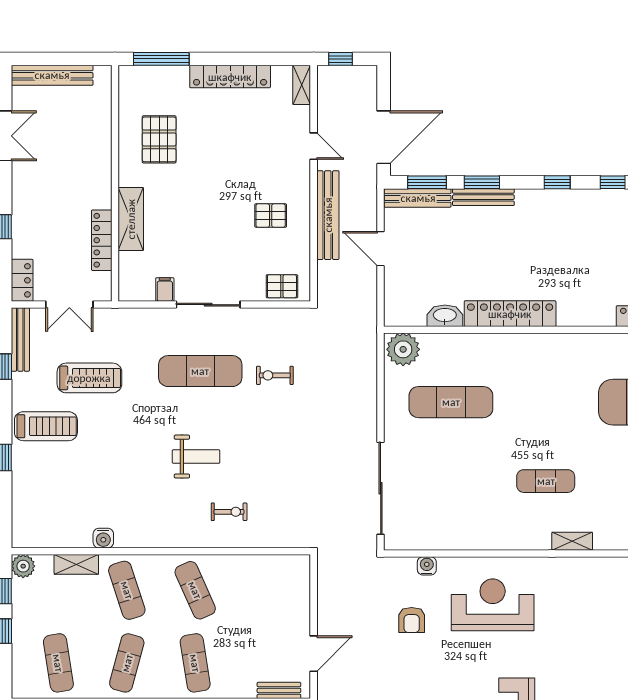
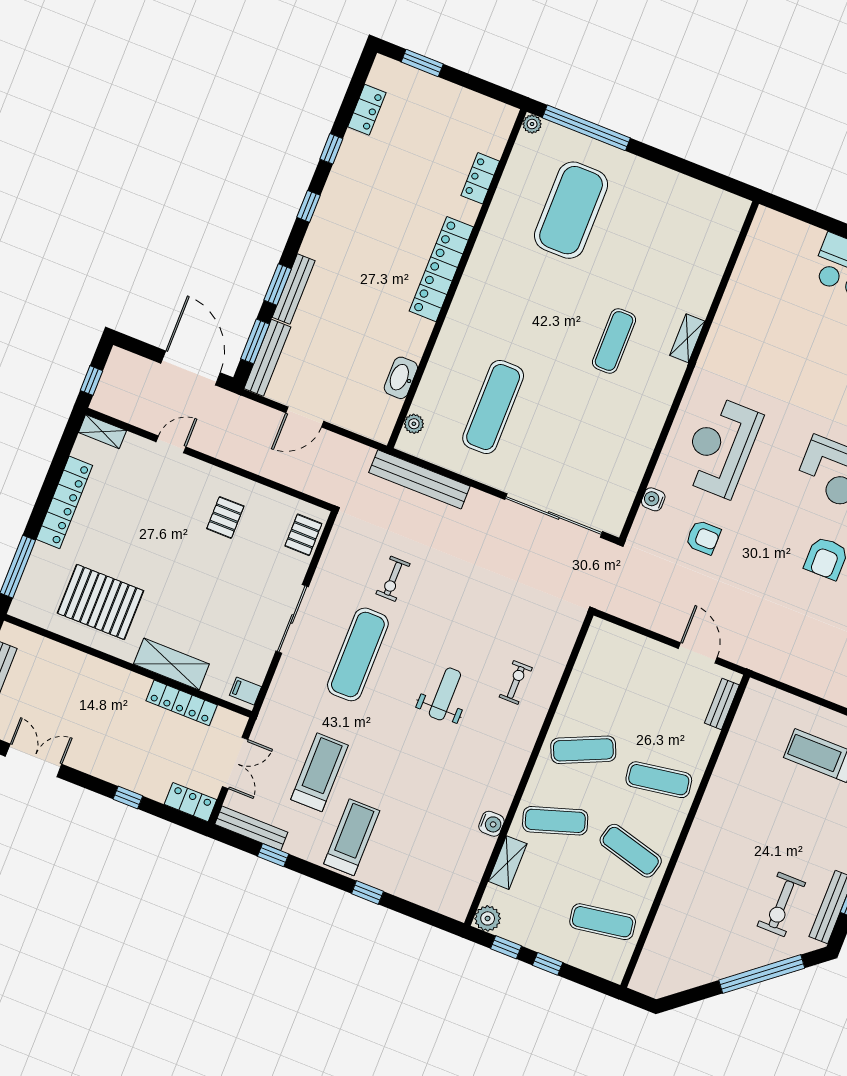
pallet: (159, 139) -> (100, 602), width x1.37, depth x1.41
bench: (328, 215) -> (419, 479), moved
filing cabinet: (165, 290) -> (245, 691), moved
locker: (510, 314) -> (441, 269), moved
plant: (403, 349) -> (414, 424), width x0.53, depth x0.53

